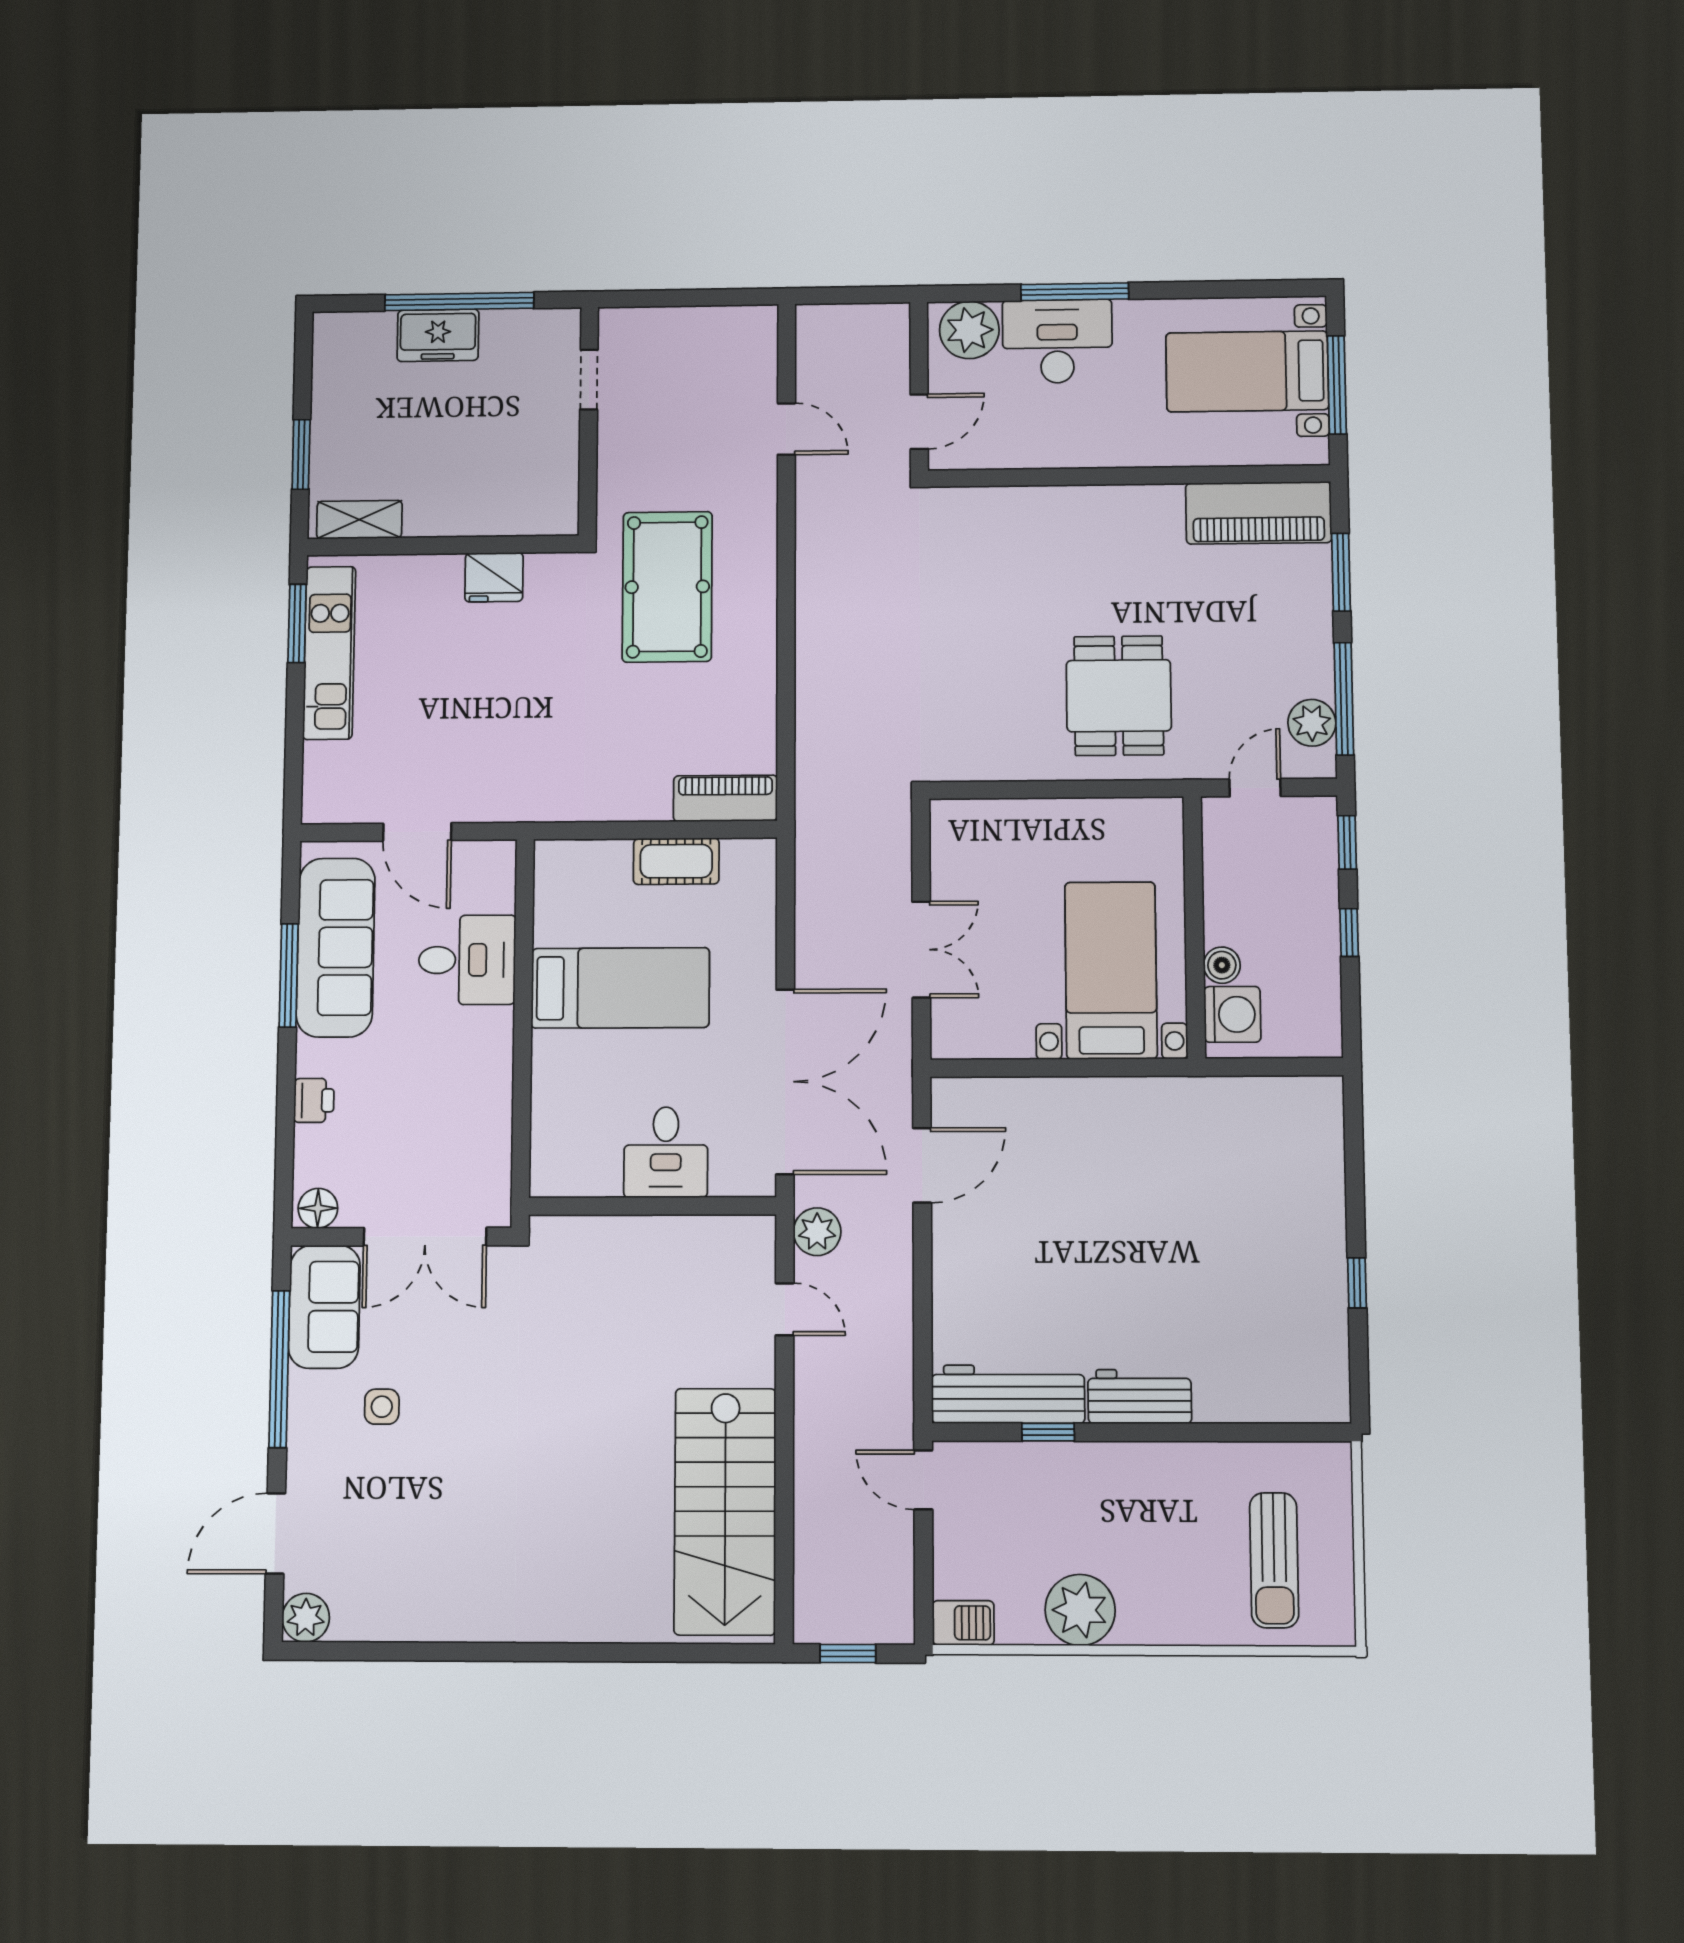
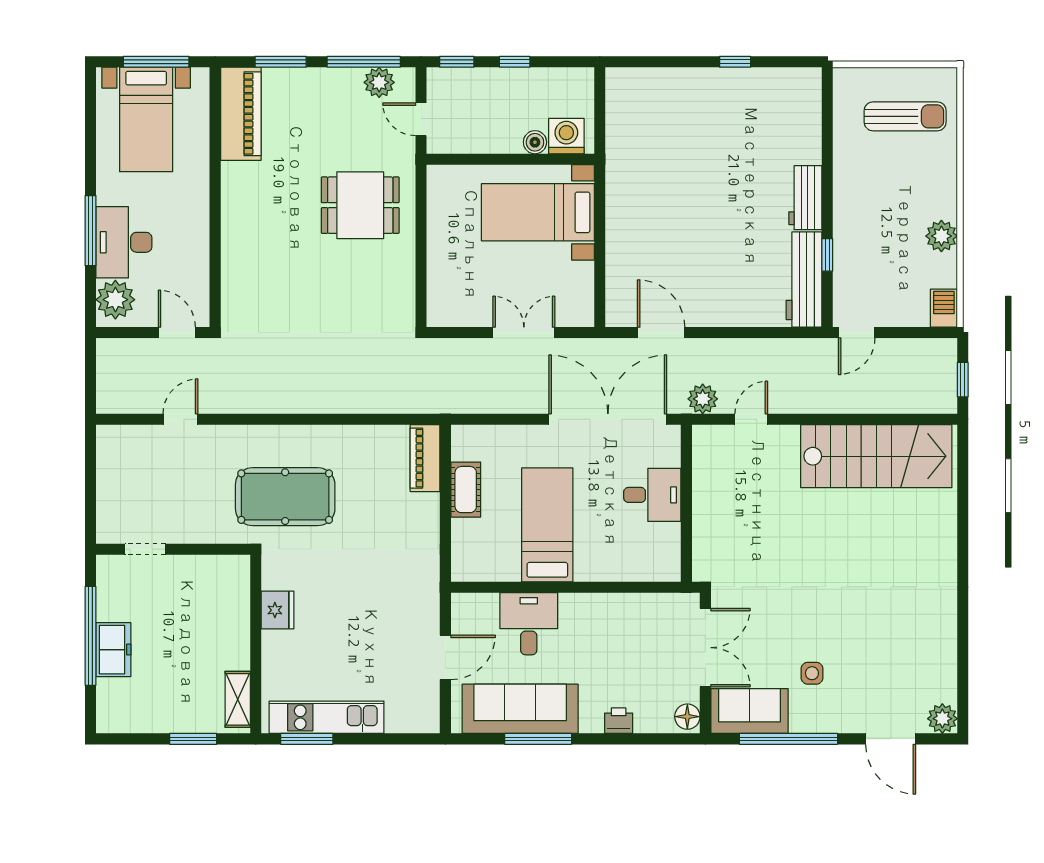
plant: (1080, 1610) -> (941, 236), width x0.73, depth x0.73

